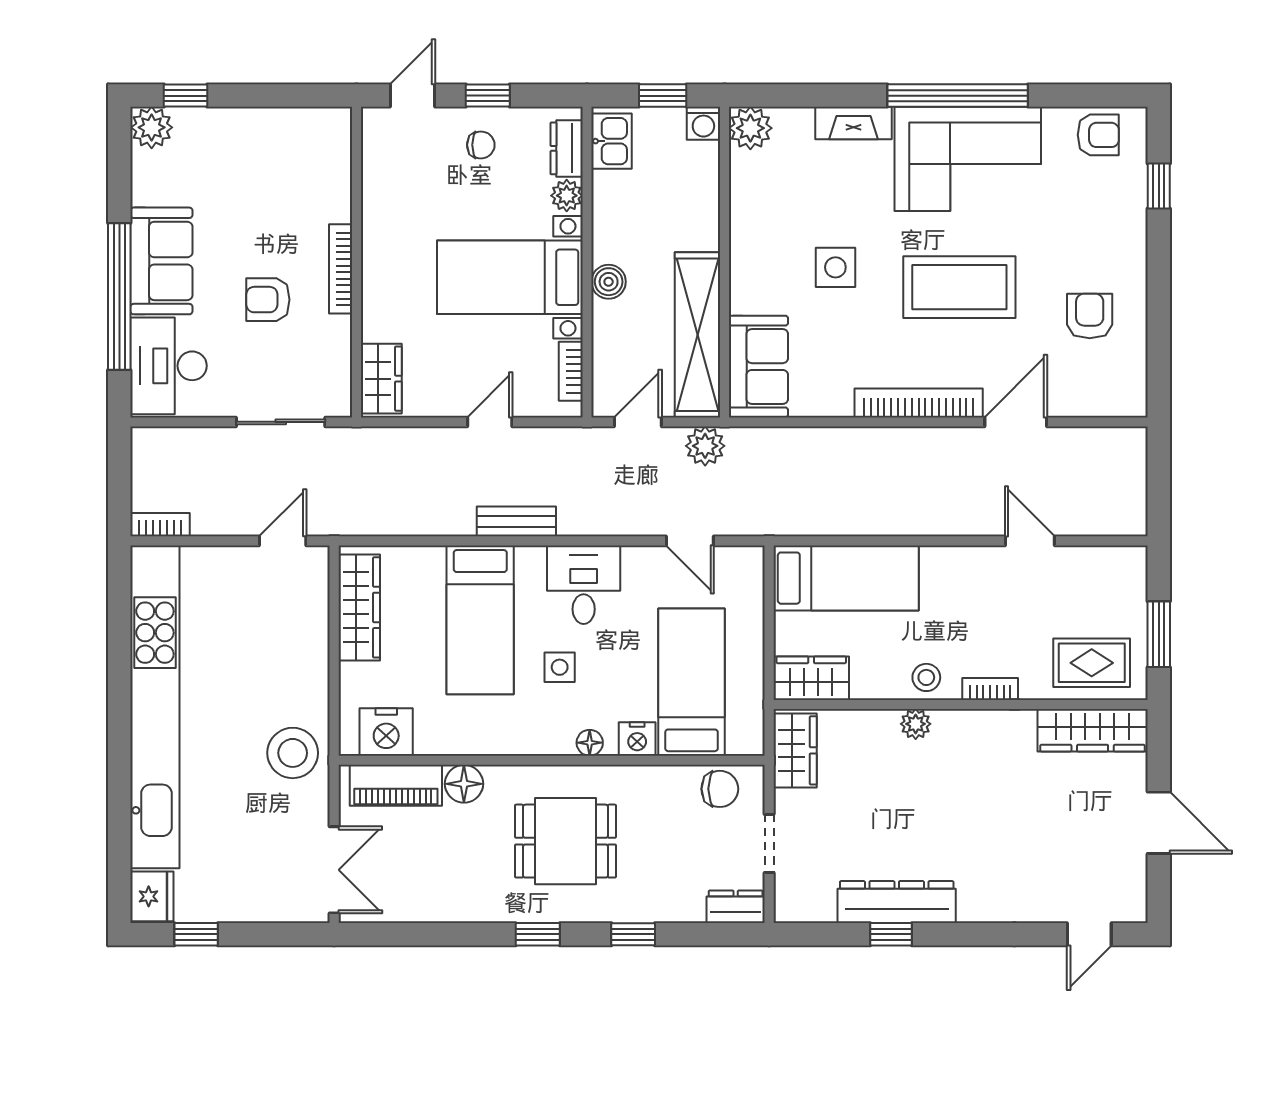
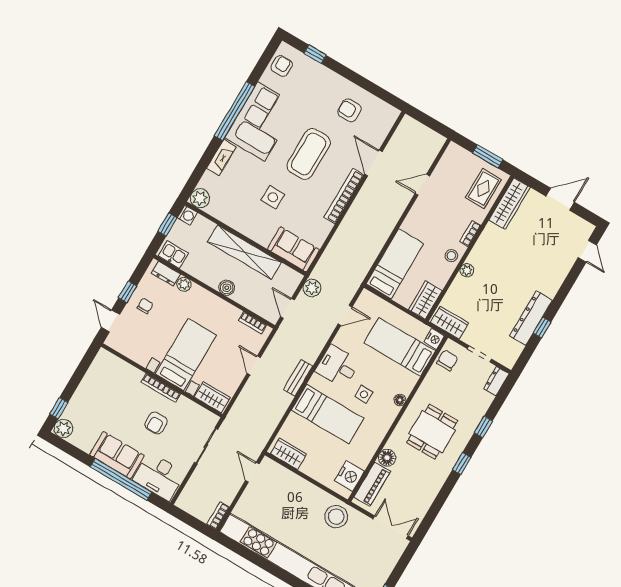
bed with nightstands: (510, 277) -> (186, 354), moved, turned 180
shelving: (698, 335) -> (244, 252), moved
wardrobe: (359, 607) -> (288, 454), width x0.67
nightstand: (637, 739) -> (434, 339), moved

